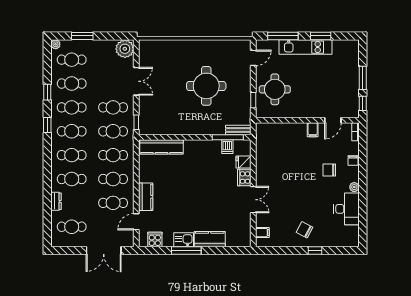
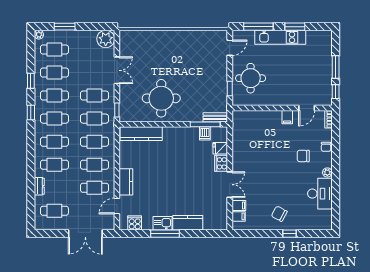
round table: (206, 86) -> (161, 98), moved
filing cabinet: (263, 221) -> (239, 206), added

